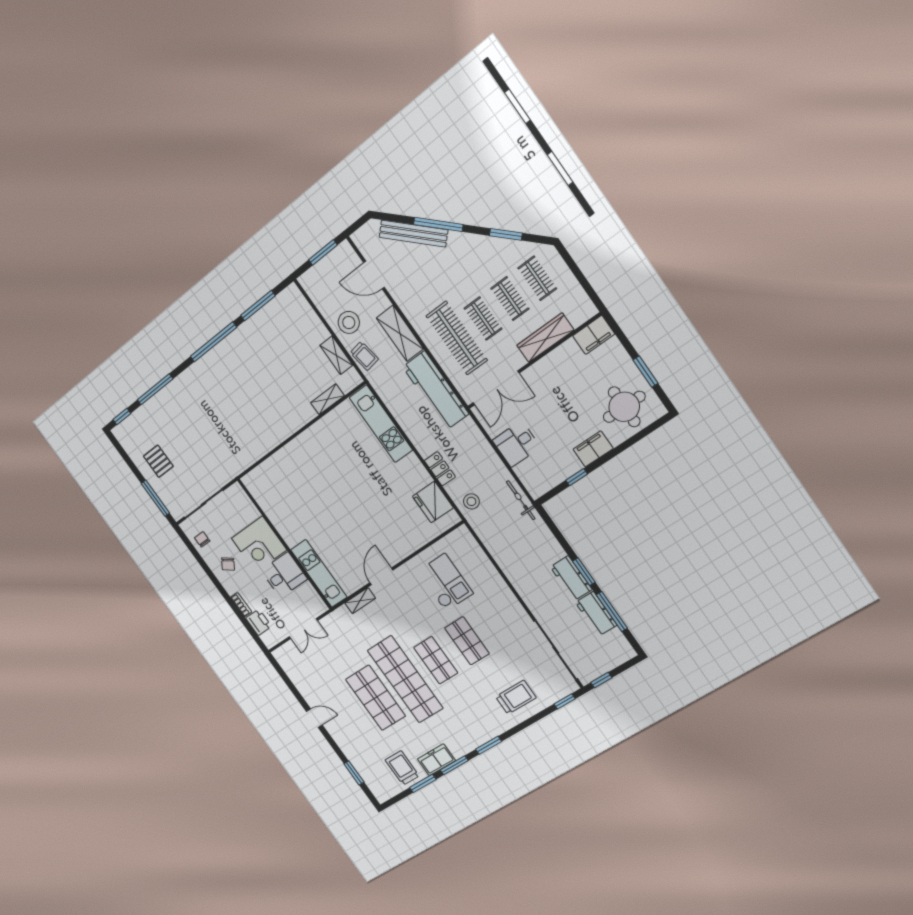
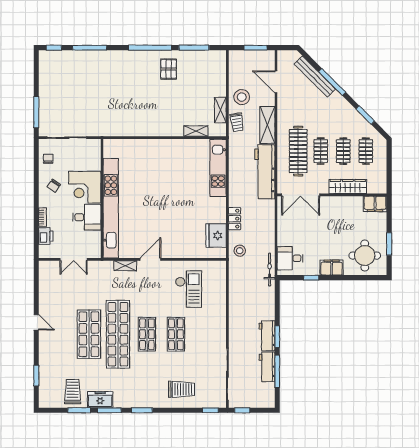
desk: (516, 444) -> (290, 258), moved
pallet: (158, 461) -> (169, 69), moved
kitchen unit: (319, 574) -> (111, 208), width x1.86

